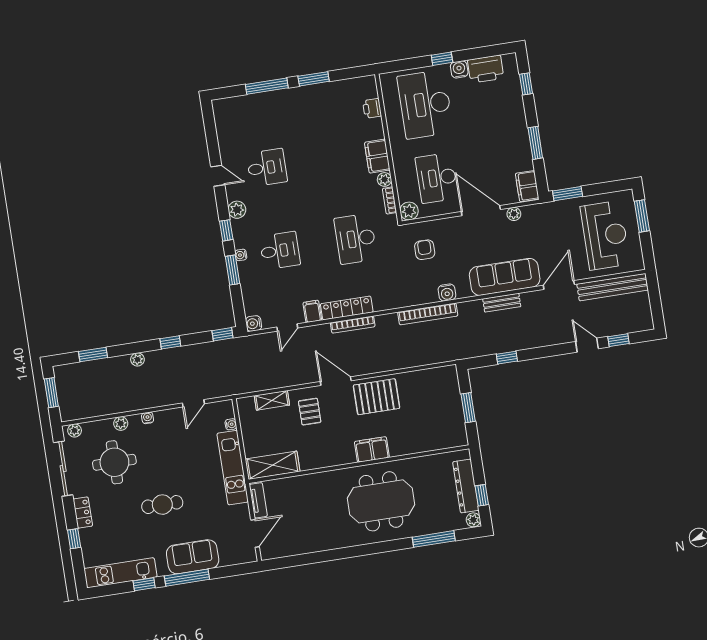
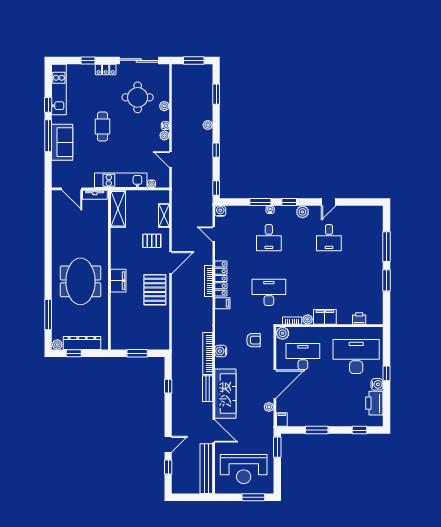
filing cabinet: (527, 186) -> (282, 419), width x0.50
filing cabinet: (312, 311) -> (222, 303), moved
bookcase: (428, 314) -> (208, 354), moved
plant: (75, 430) -> (164, 135), moved

